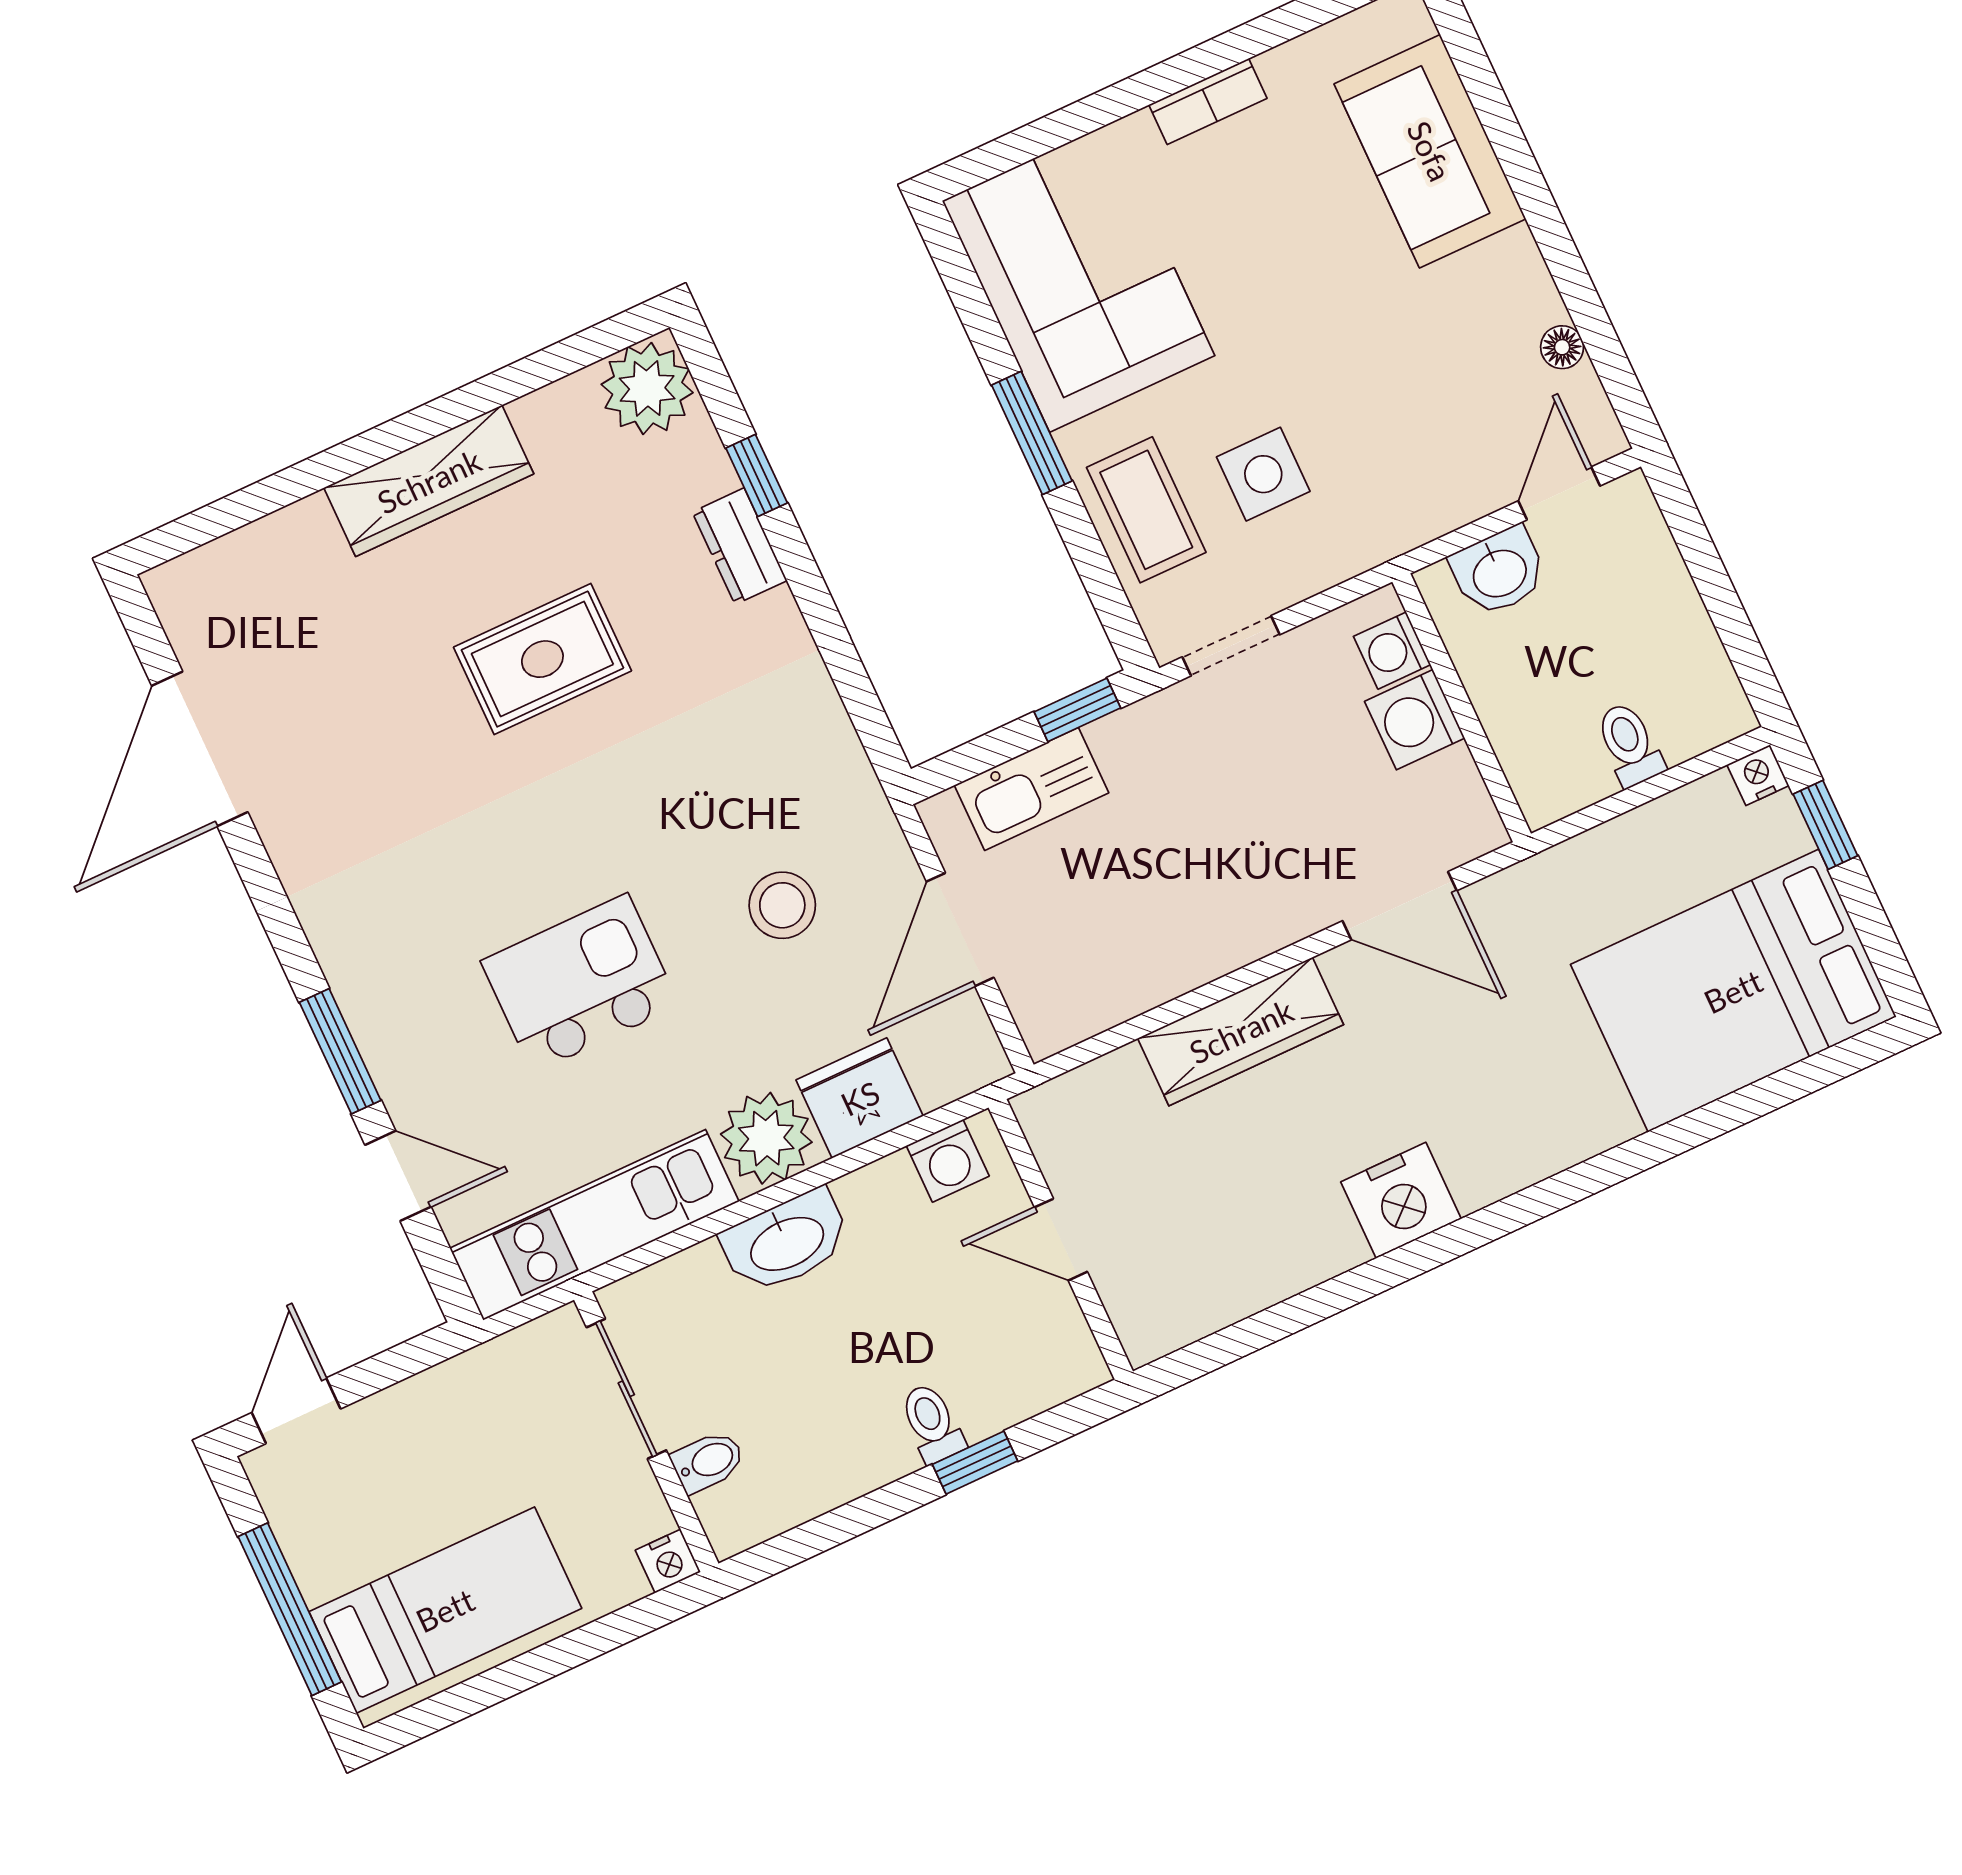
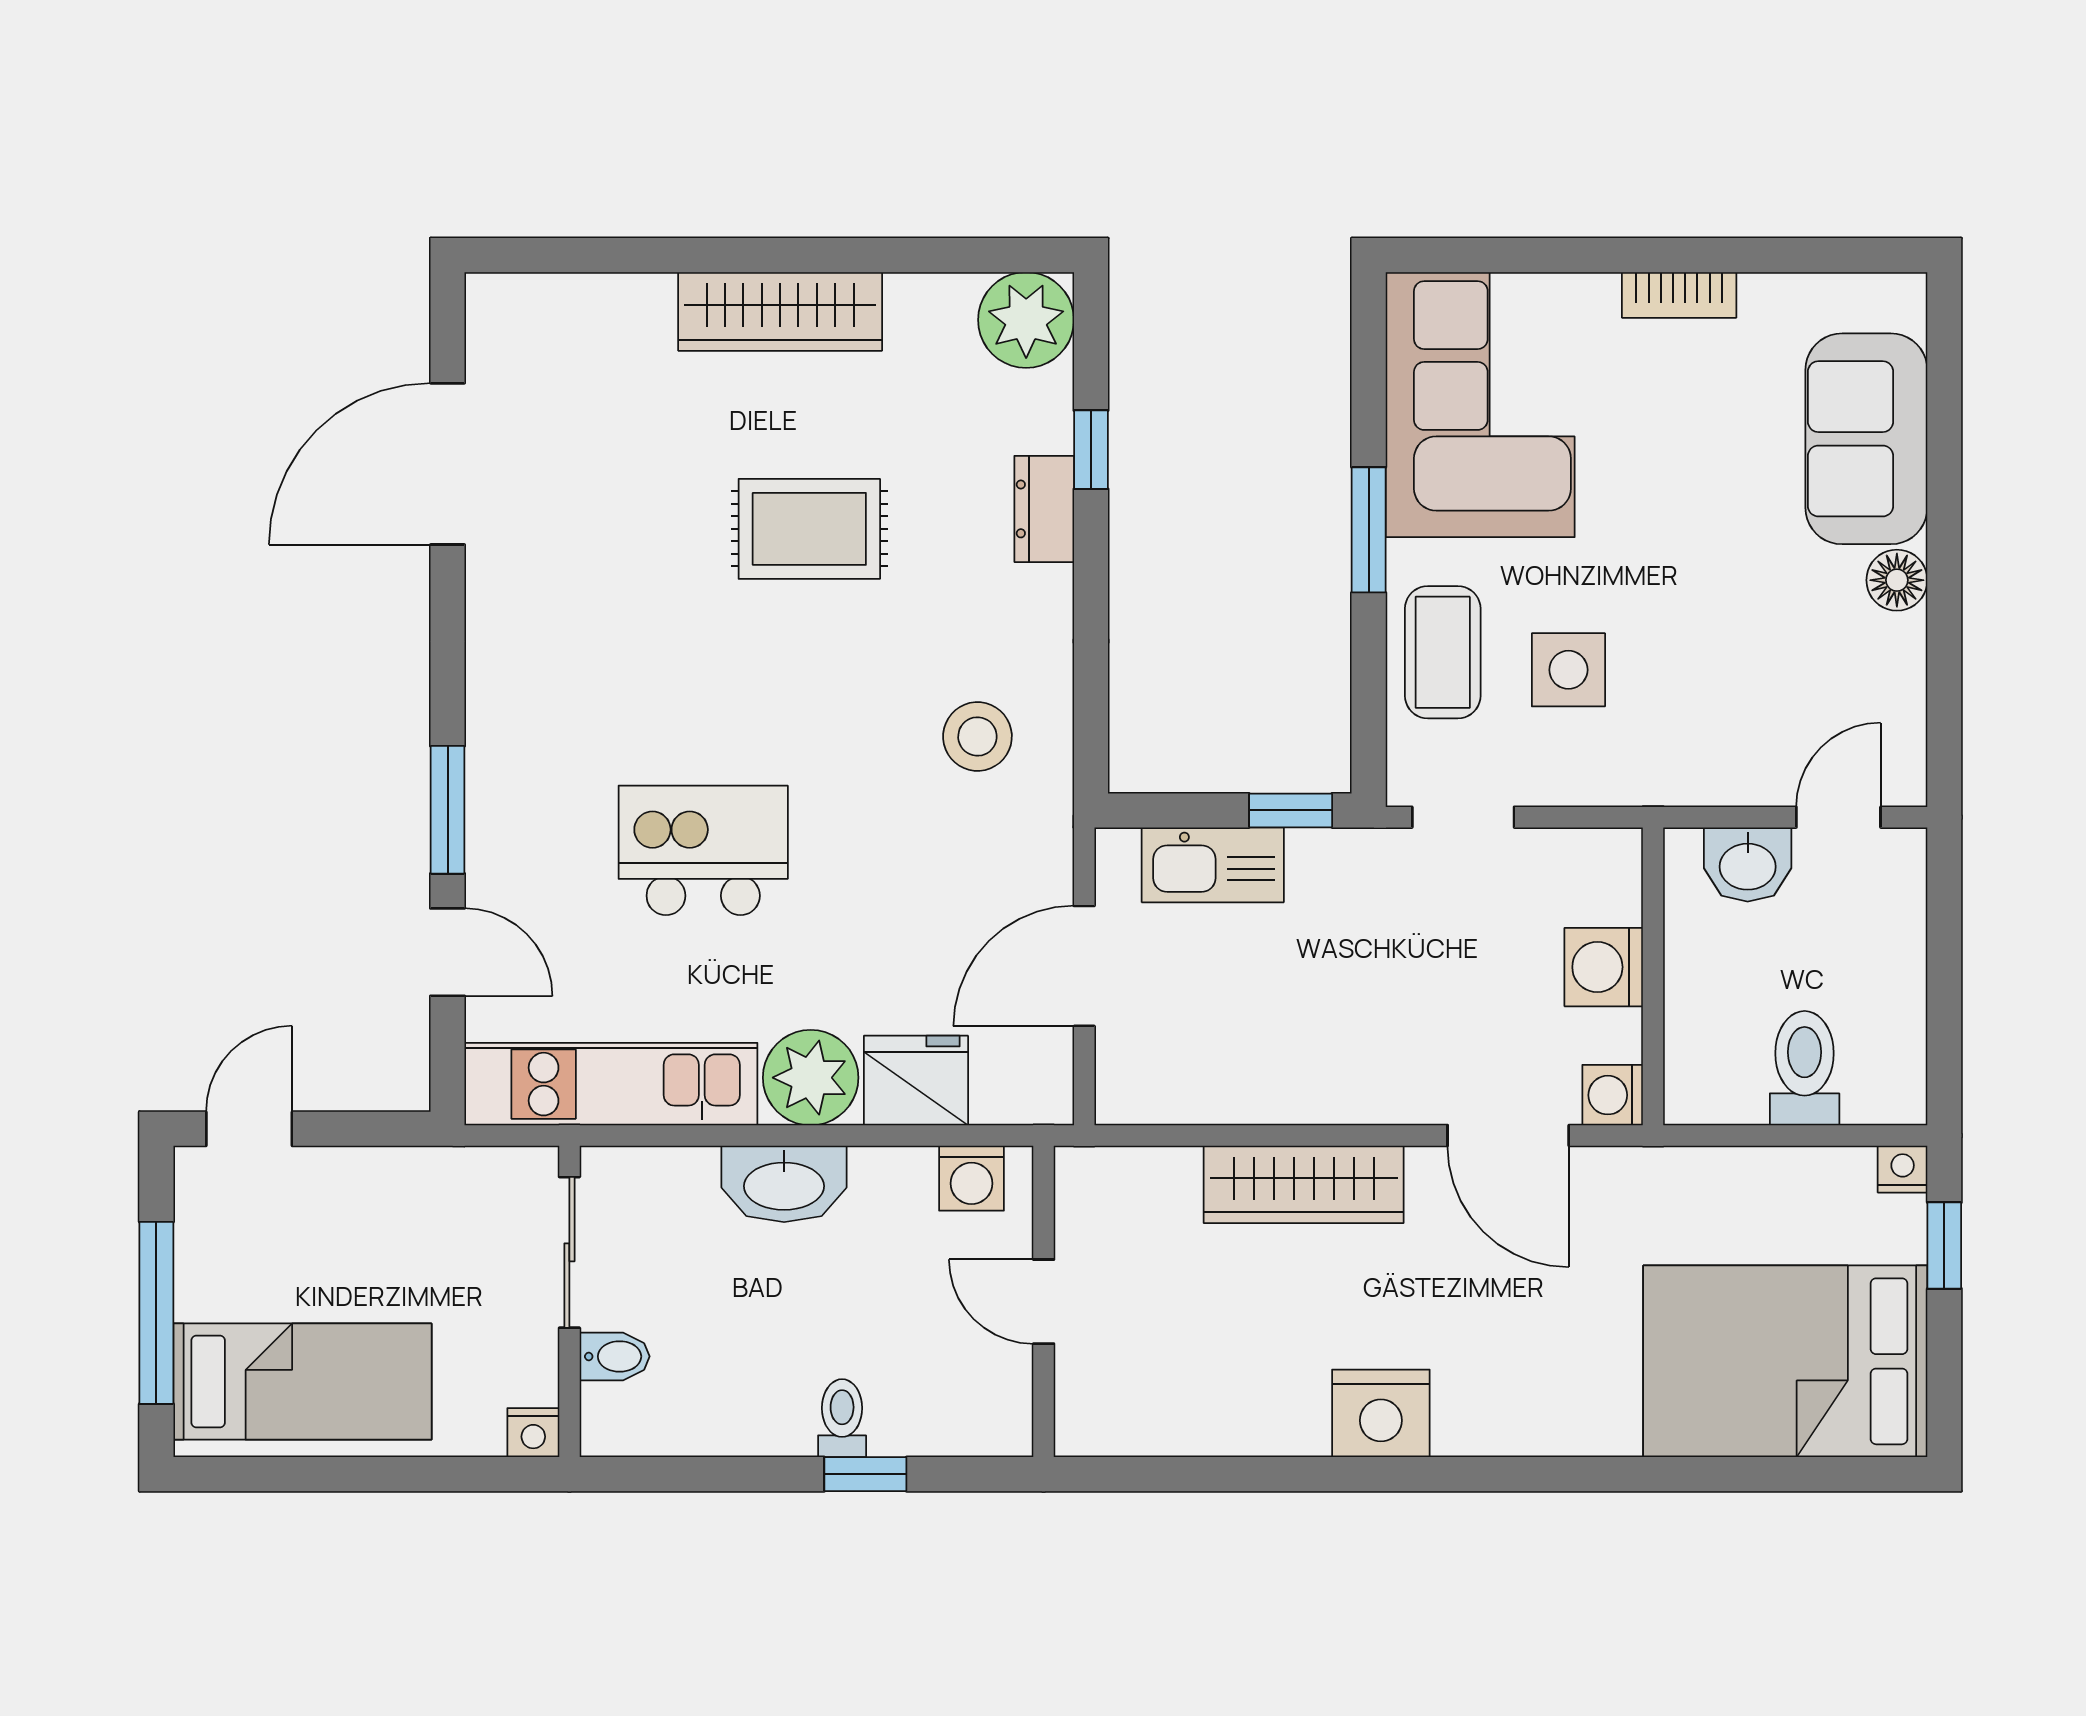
floor lamp: (1562, 347) -> (1897, 580), moved, width x1.37, depth x1.37
washing machine: (1392, 651) -> (1613, 1095), moved
toilet: (1630, 744) -> (1805, 1068), width x1.37, depth x1.39
stool: (782, 905) -> (977, 737), moved

